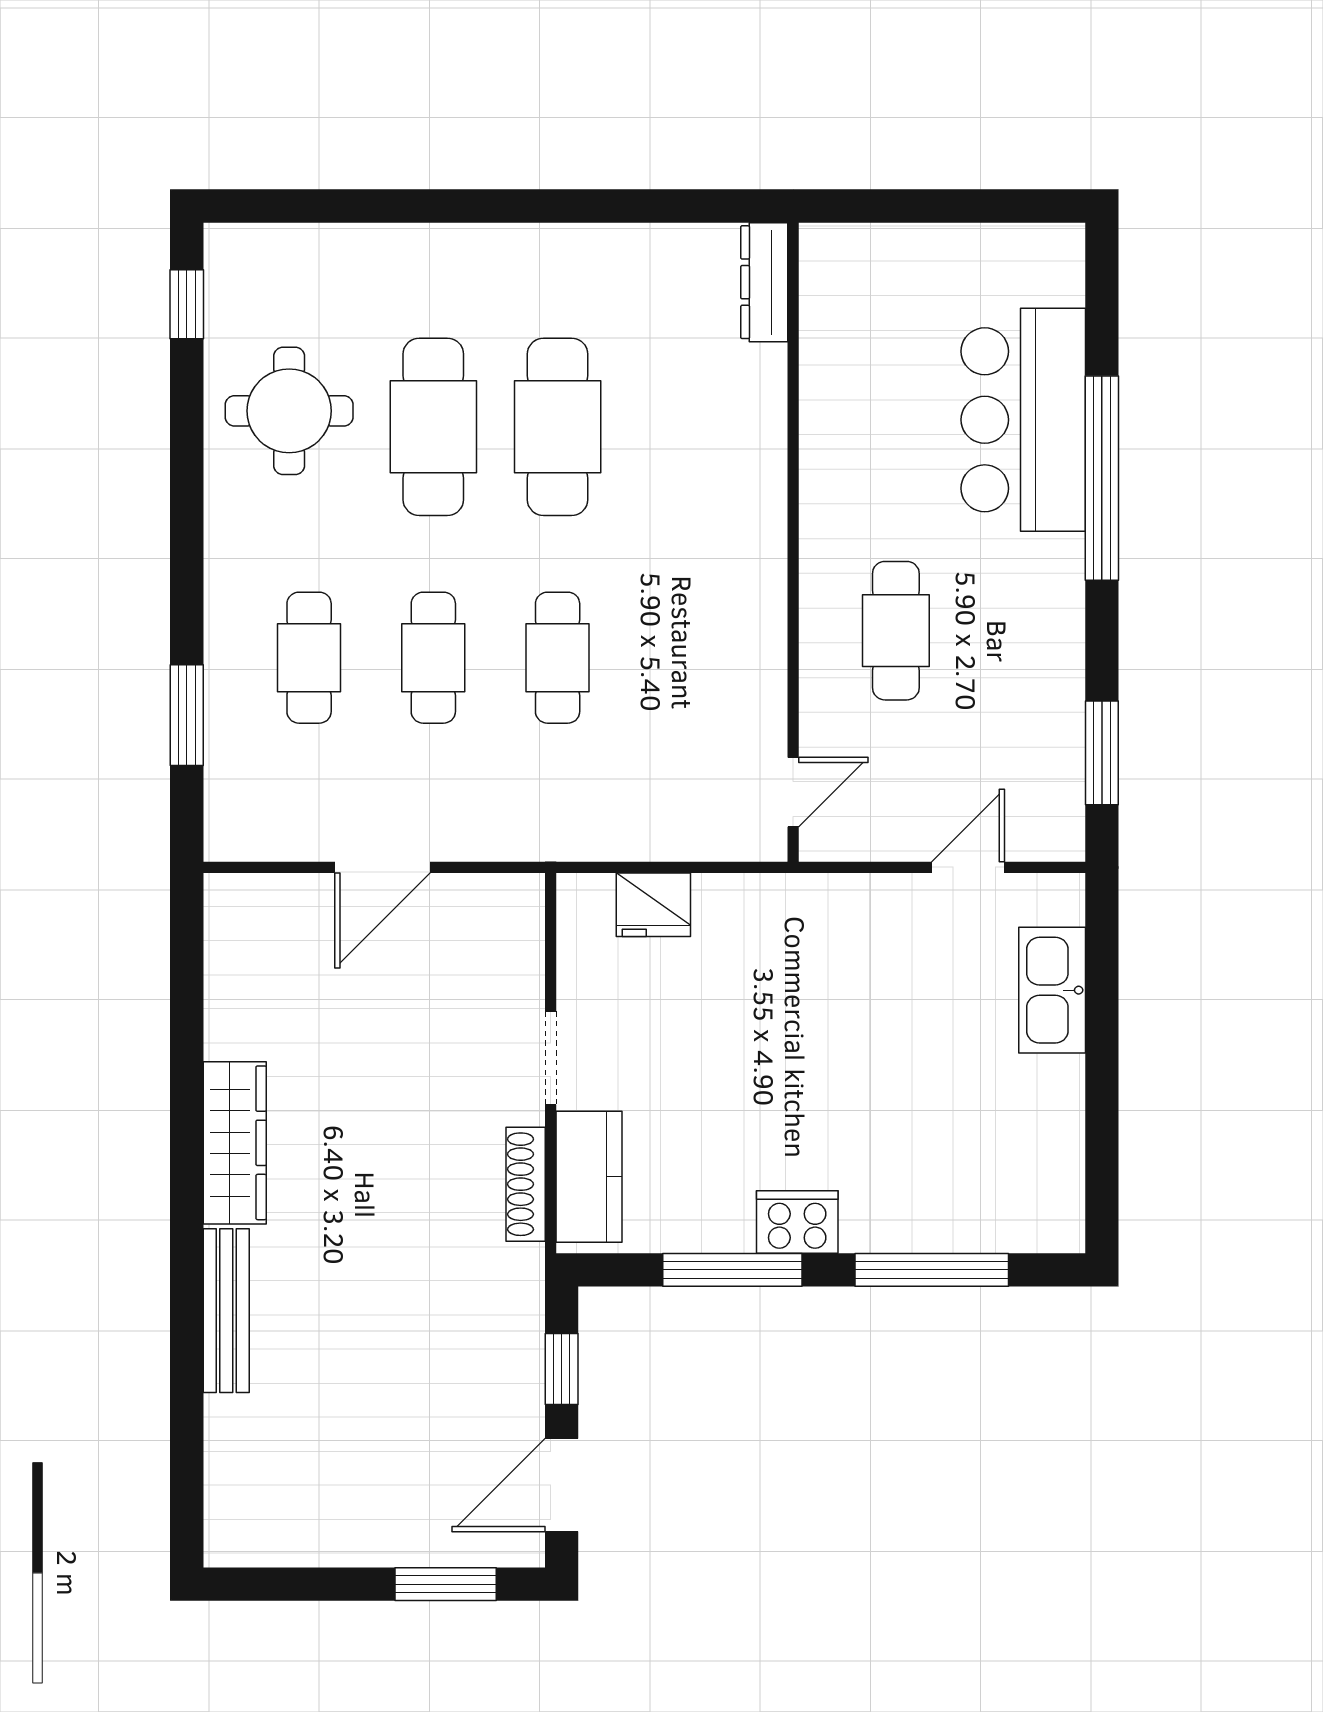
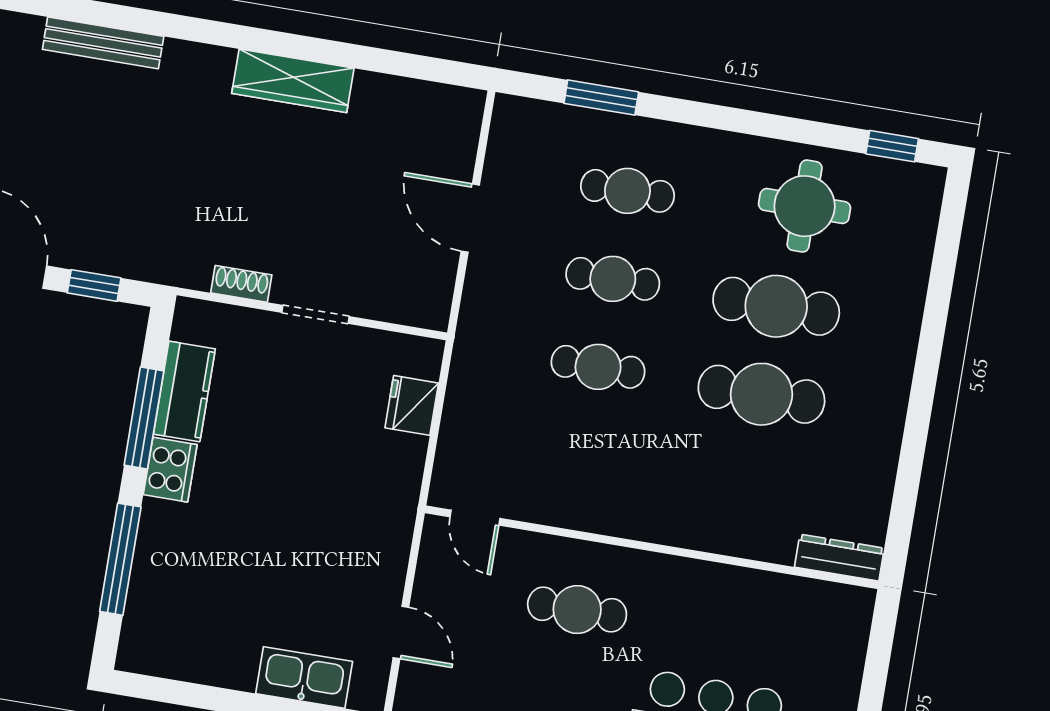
kitchen counter: (589, 1177) -> (184, 391), moved, turned -90
shoe rack: (526, 1184) -> (241, 284), width x0.70
bench: (226, 1311) -> (103, 43), moved

